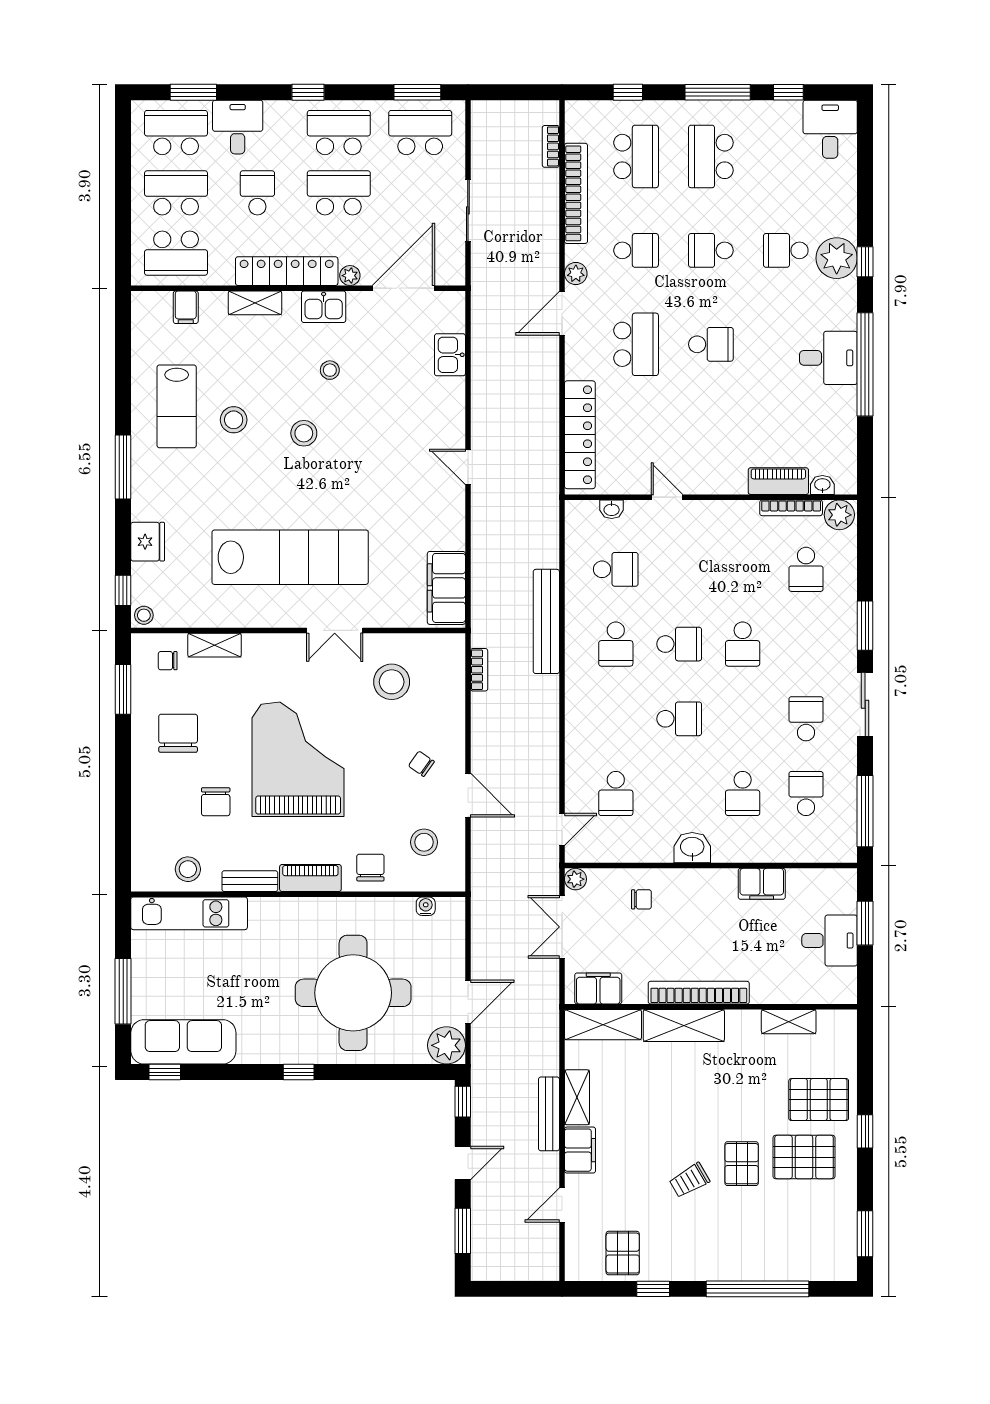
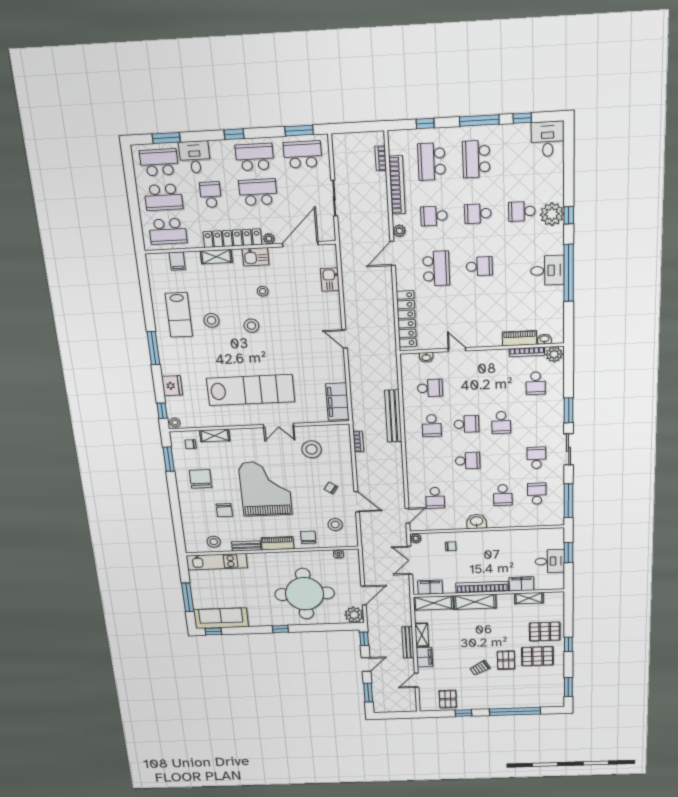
school desk: (636, 156) -> (432, 162), turned 180
school desk: (176, 193) -> (163, 197), turned 180
school desk: (636, 250) -> (434, 216), turned 180
filing cabinet: (762, 884) -> (521, 584), moved, turned 180

